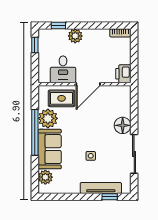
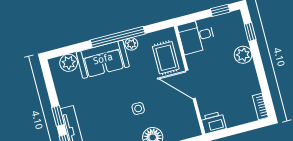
desk: (63, 69) -> (196, 36), moved
plant: (48, 118) -> (131, 44), width x0.53, depth x0.53
side table: (91, 156) -> (138, 108), moved
window: (86, 197) -> (58, 116), added

